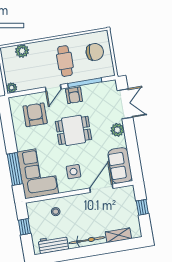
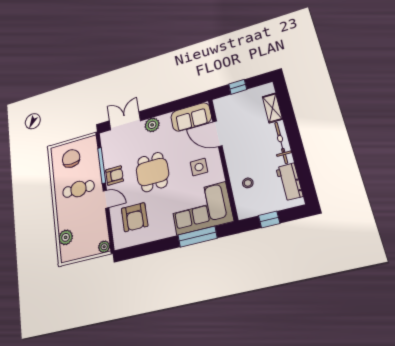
armchair: (35, 115) -> (135, 217), turned -90

